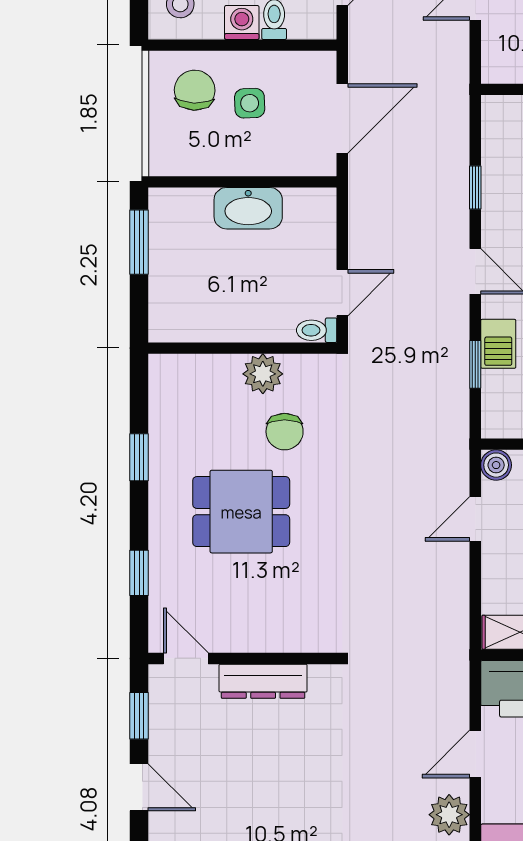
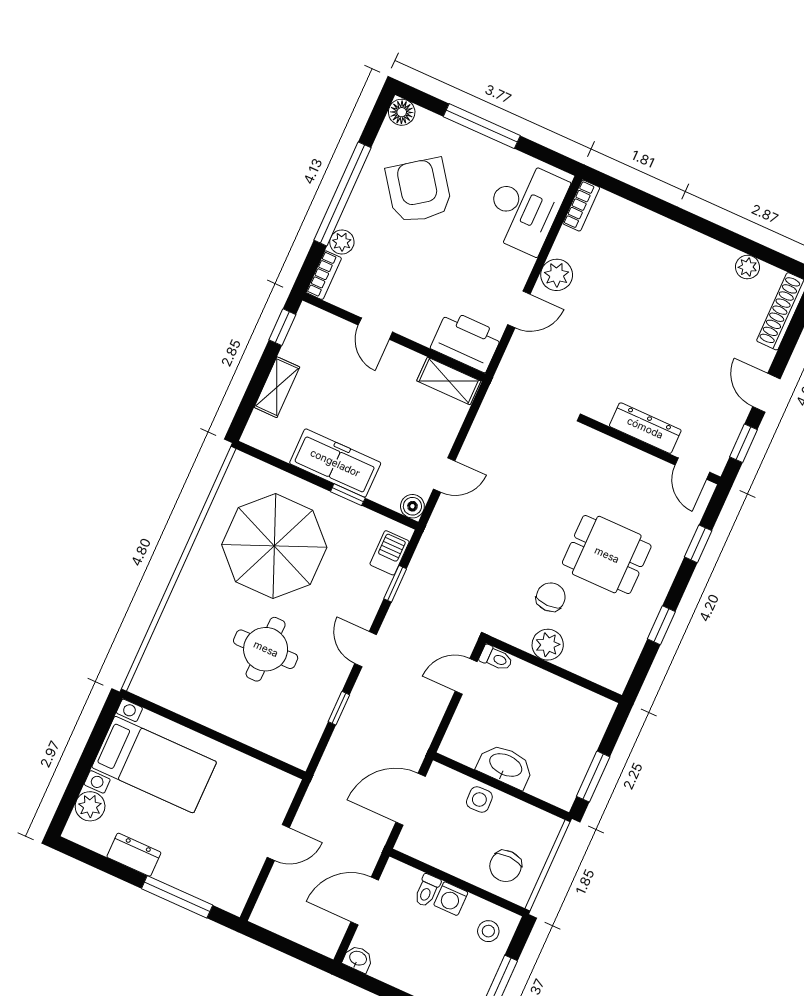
side table: (250, 103) -> (479, 800), moved
barbecue: (498, 344) -> (390, 553), moved

